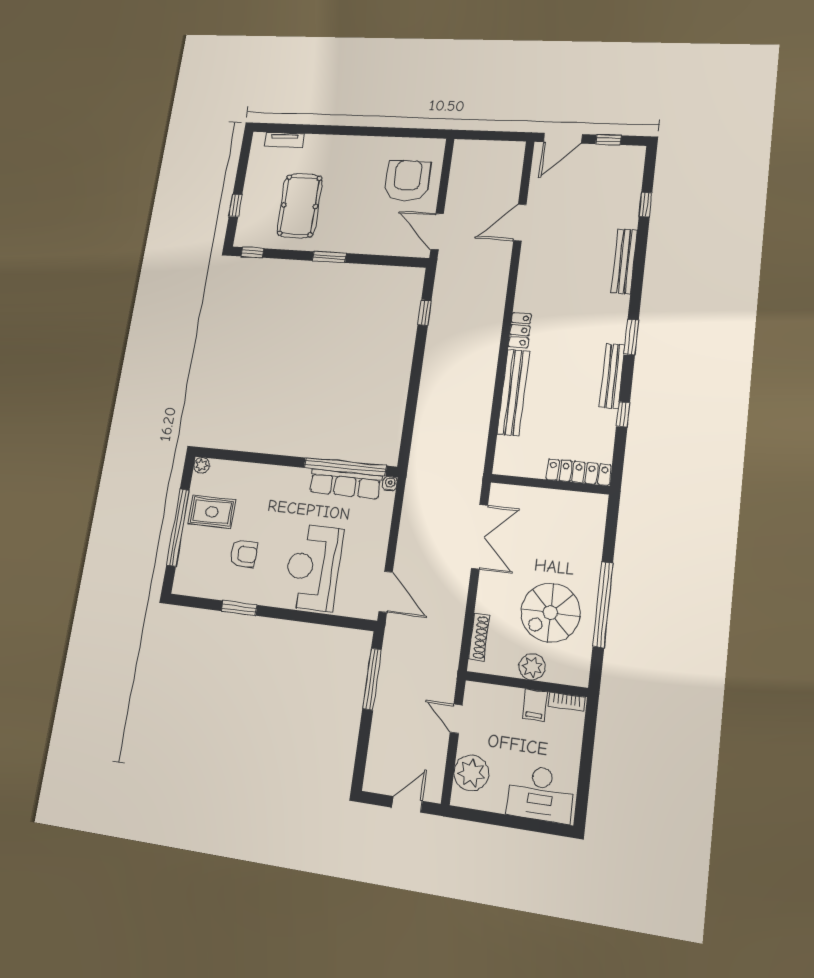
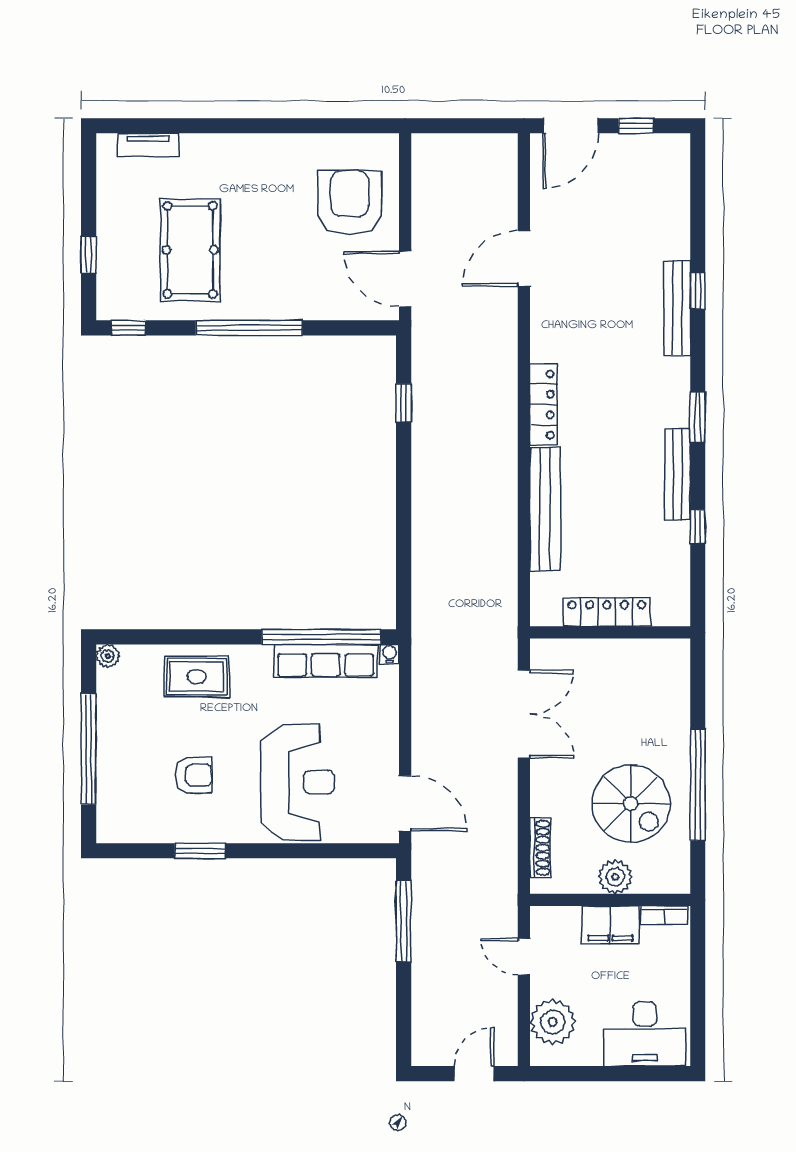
window: (645, 205) -> (698, 291), moved
window: (329, 257) -> (249, 328), width x2.11
locker: (520, 330) -> (543, 405), width x1.53
locker: (578, 472) -> (607, 612), moved
rug: (212, 512) -> (197, 676), moved
reception desk: (313, 567) -> (298, 782), turned 180
spiral stairs: (550, 613) -> (631, 804), turned -90
filing cabinet: (535, 705) -> (610, 925), width x2.00

